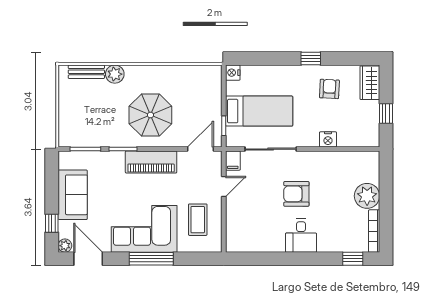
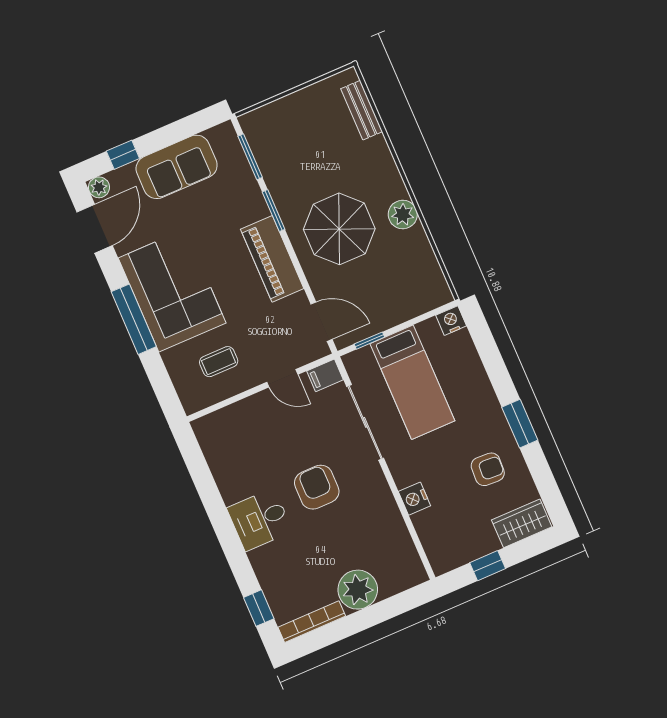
window: (311, 58) -> (520, 424), width x1.50
plant: (115, 74) -> (403, 215), moved
coffee table: (198, 220) -> (219, 362), width x0.73, depth x0.77

